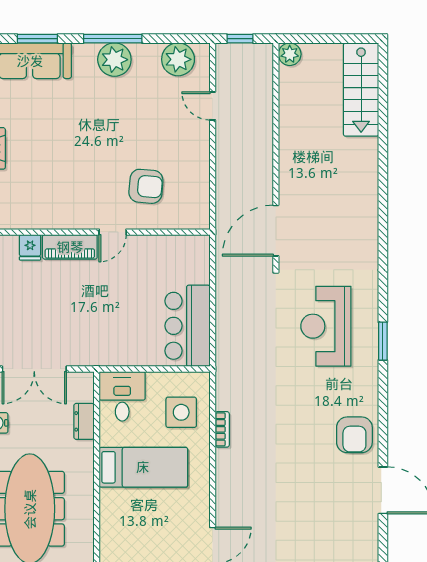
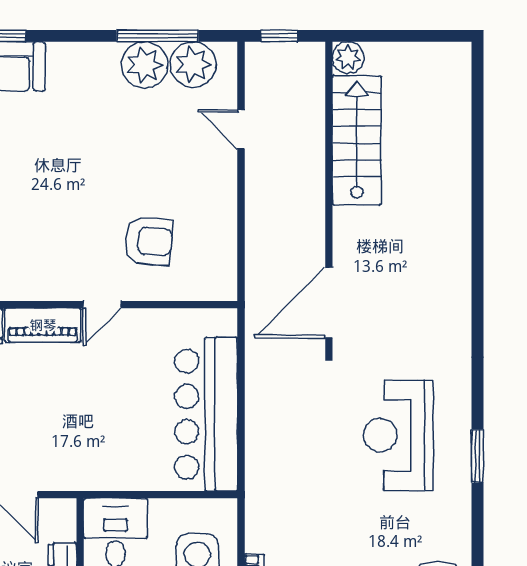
window: (113, 39) -> (157, 36), moved
plant: (114, 60) -> (145, 65), moved
stairs: (361, 90) -> (357, 140), moved, turned 180
bar counter: (187, 326) -> (206, 414), width x1.36

